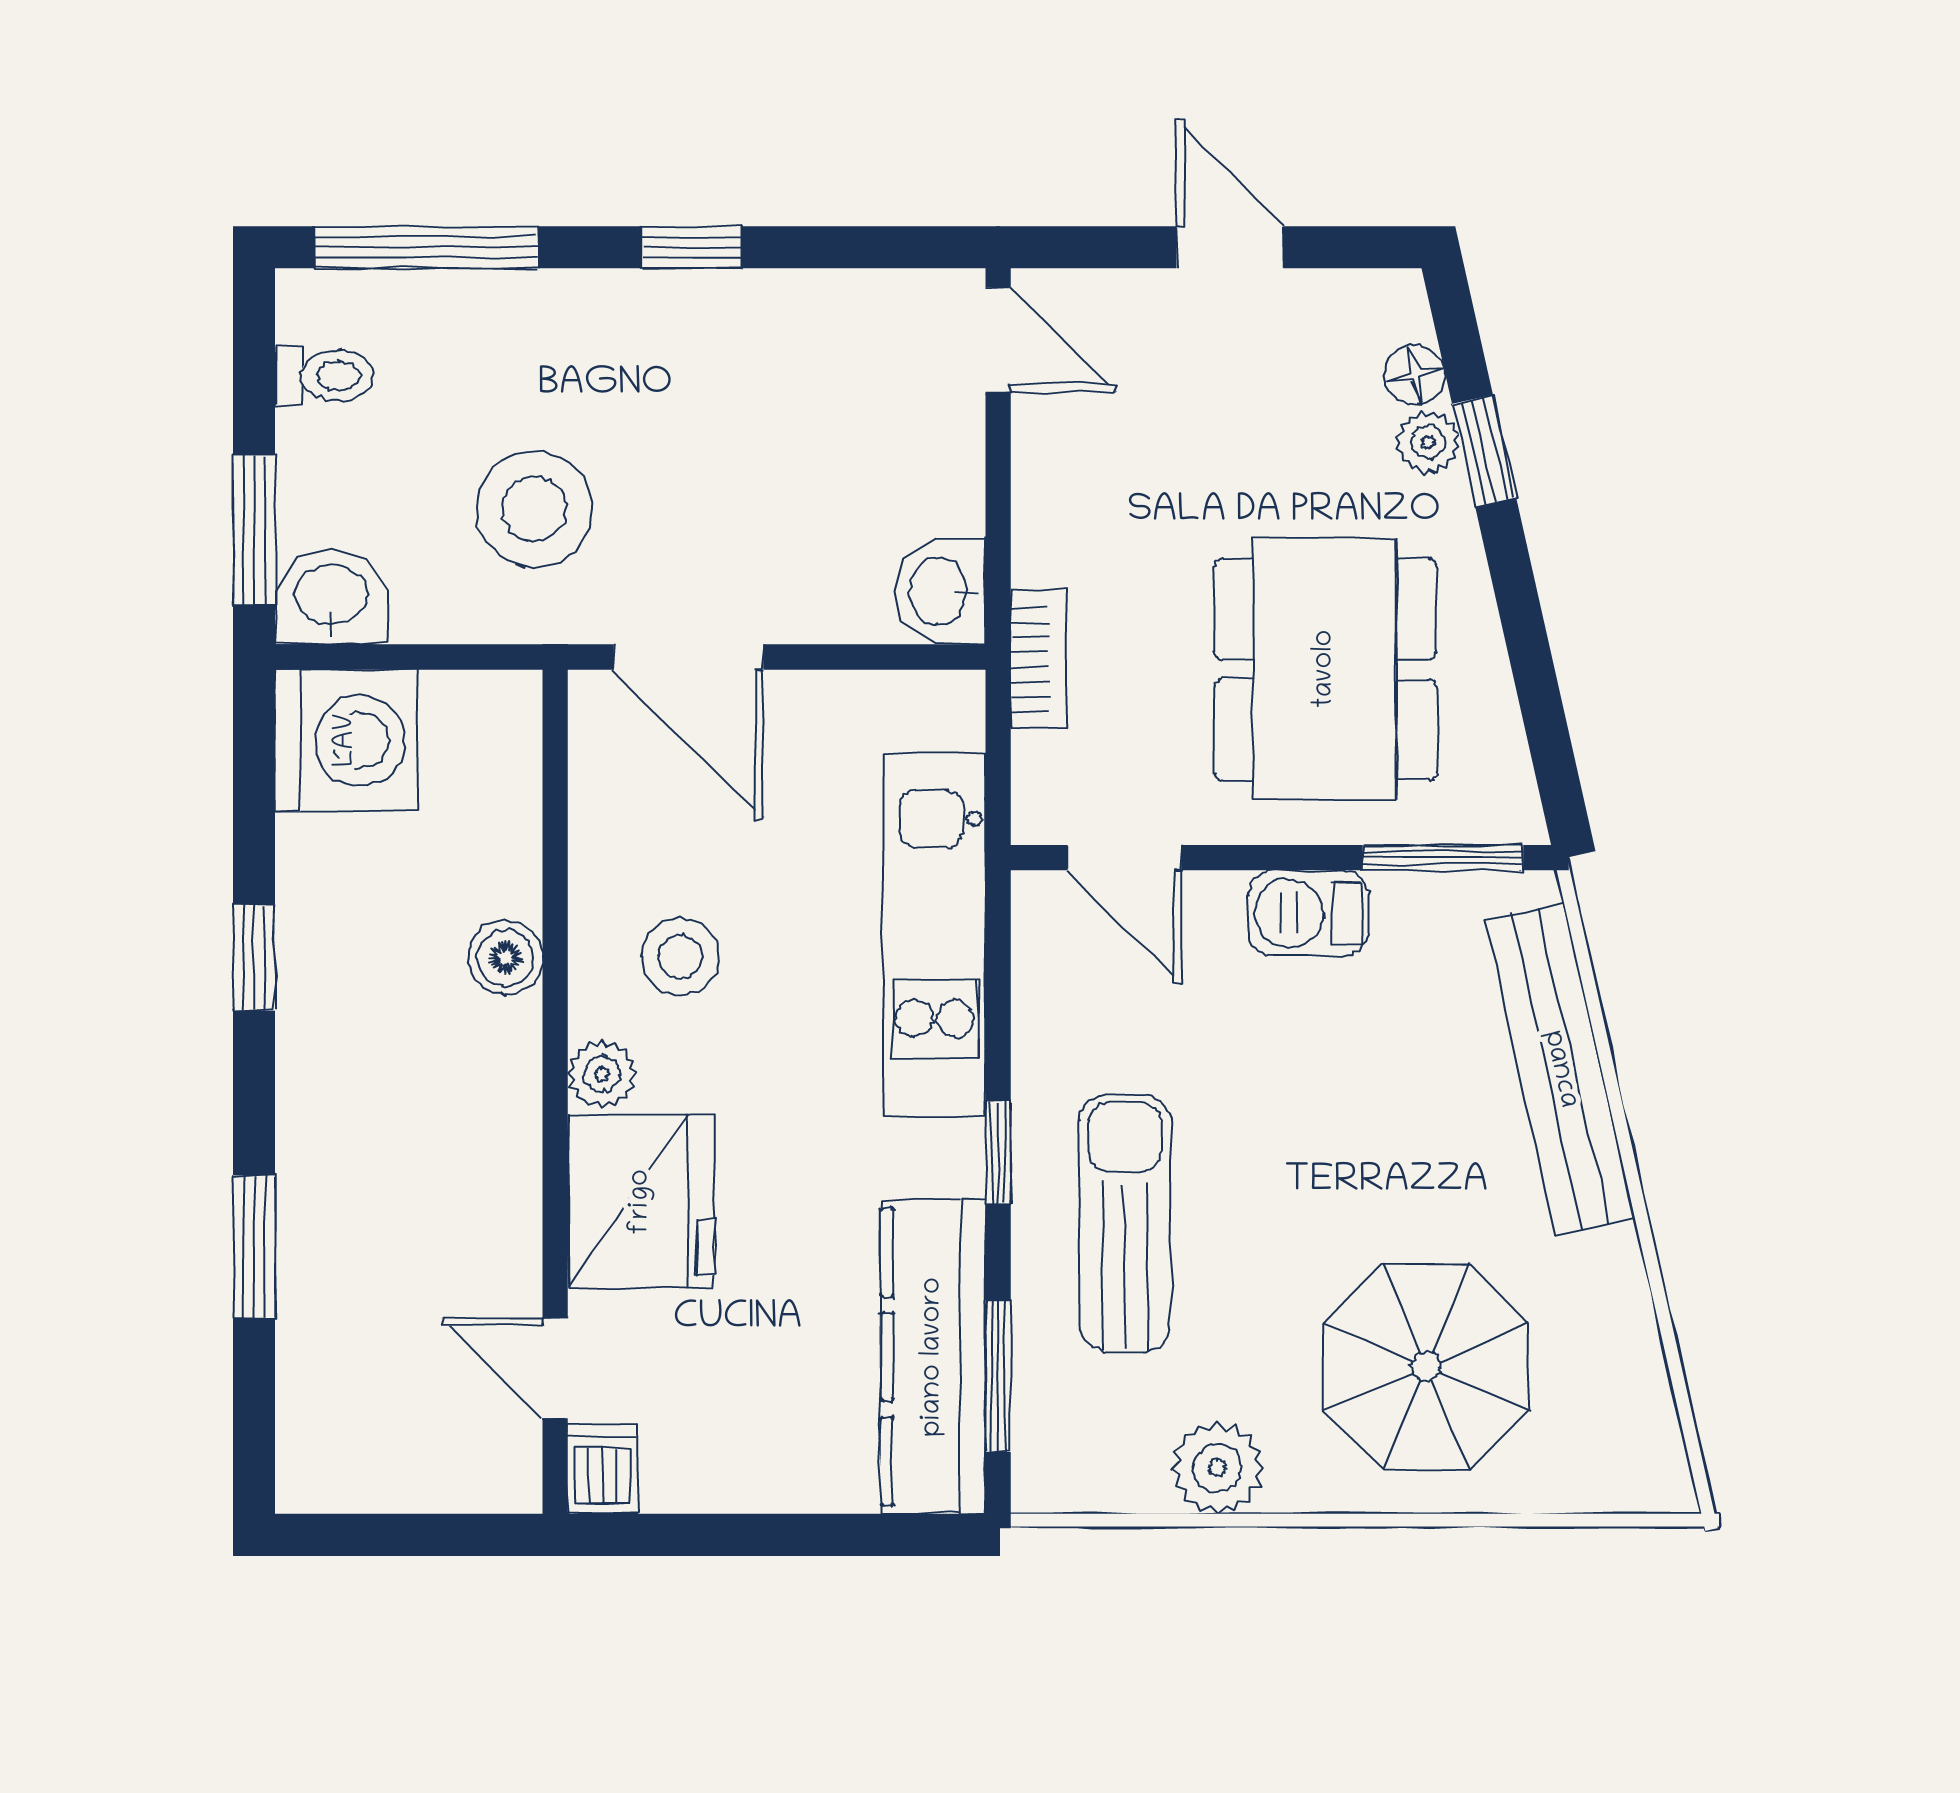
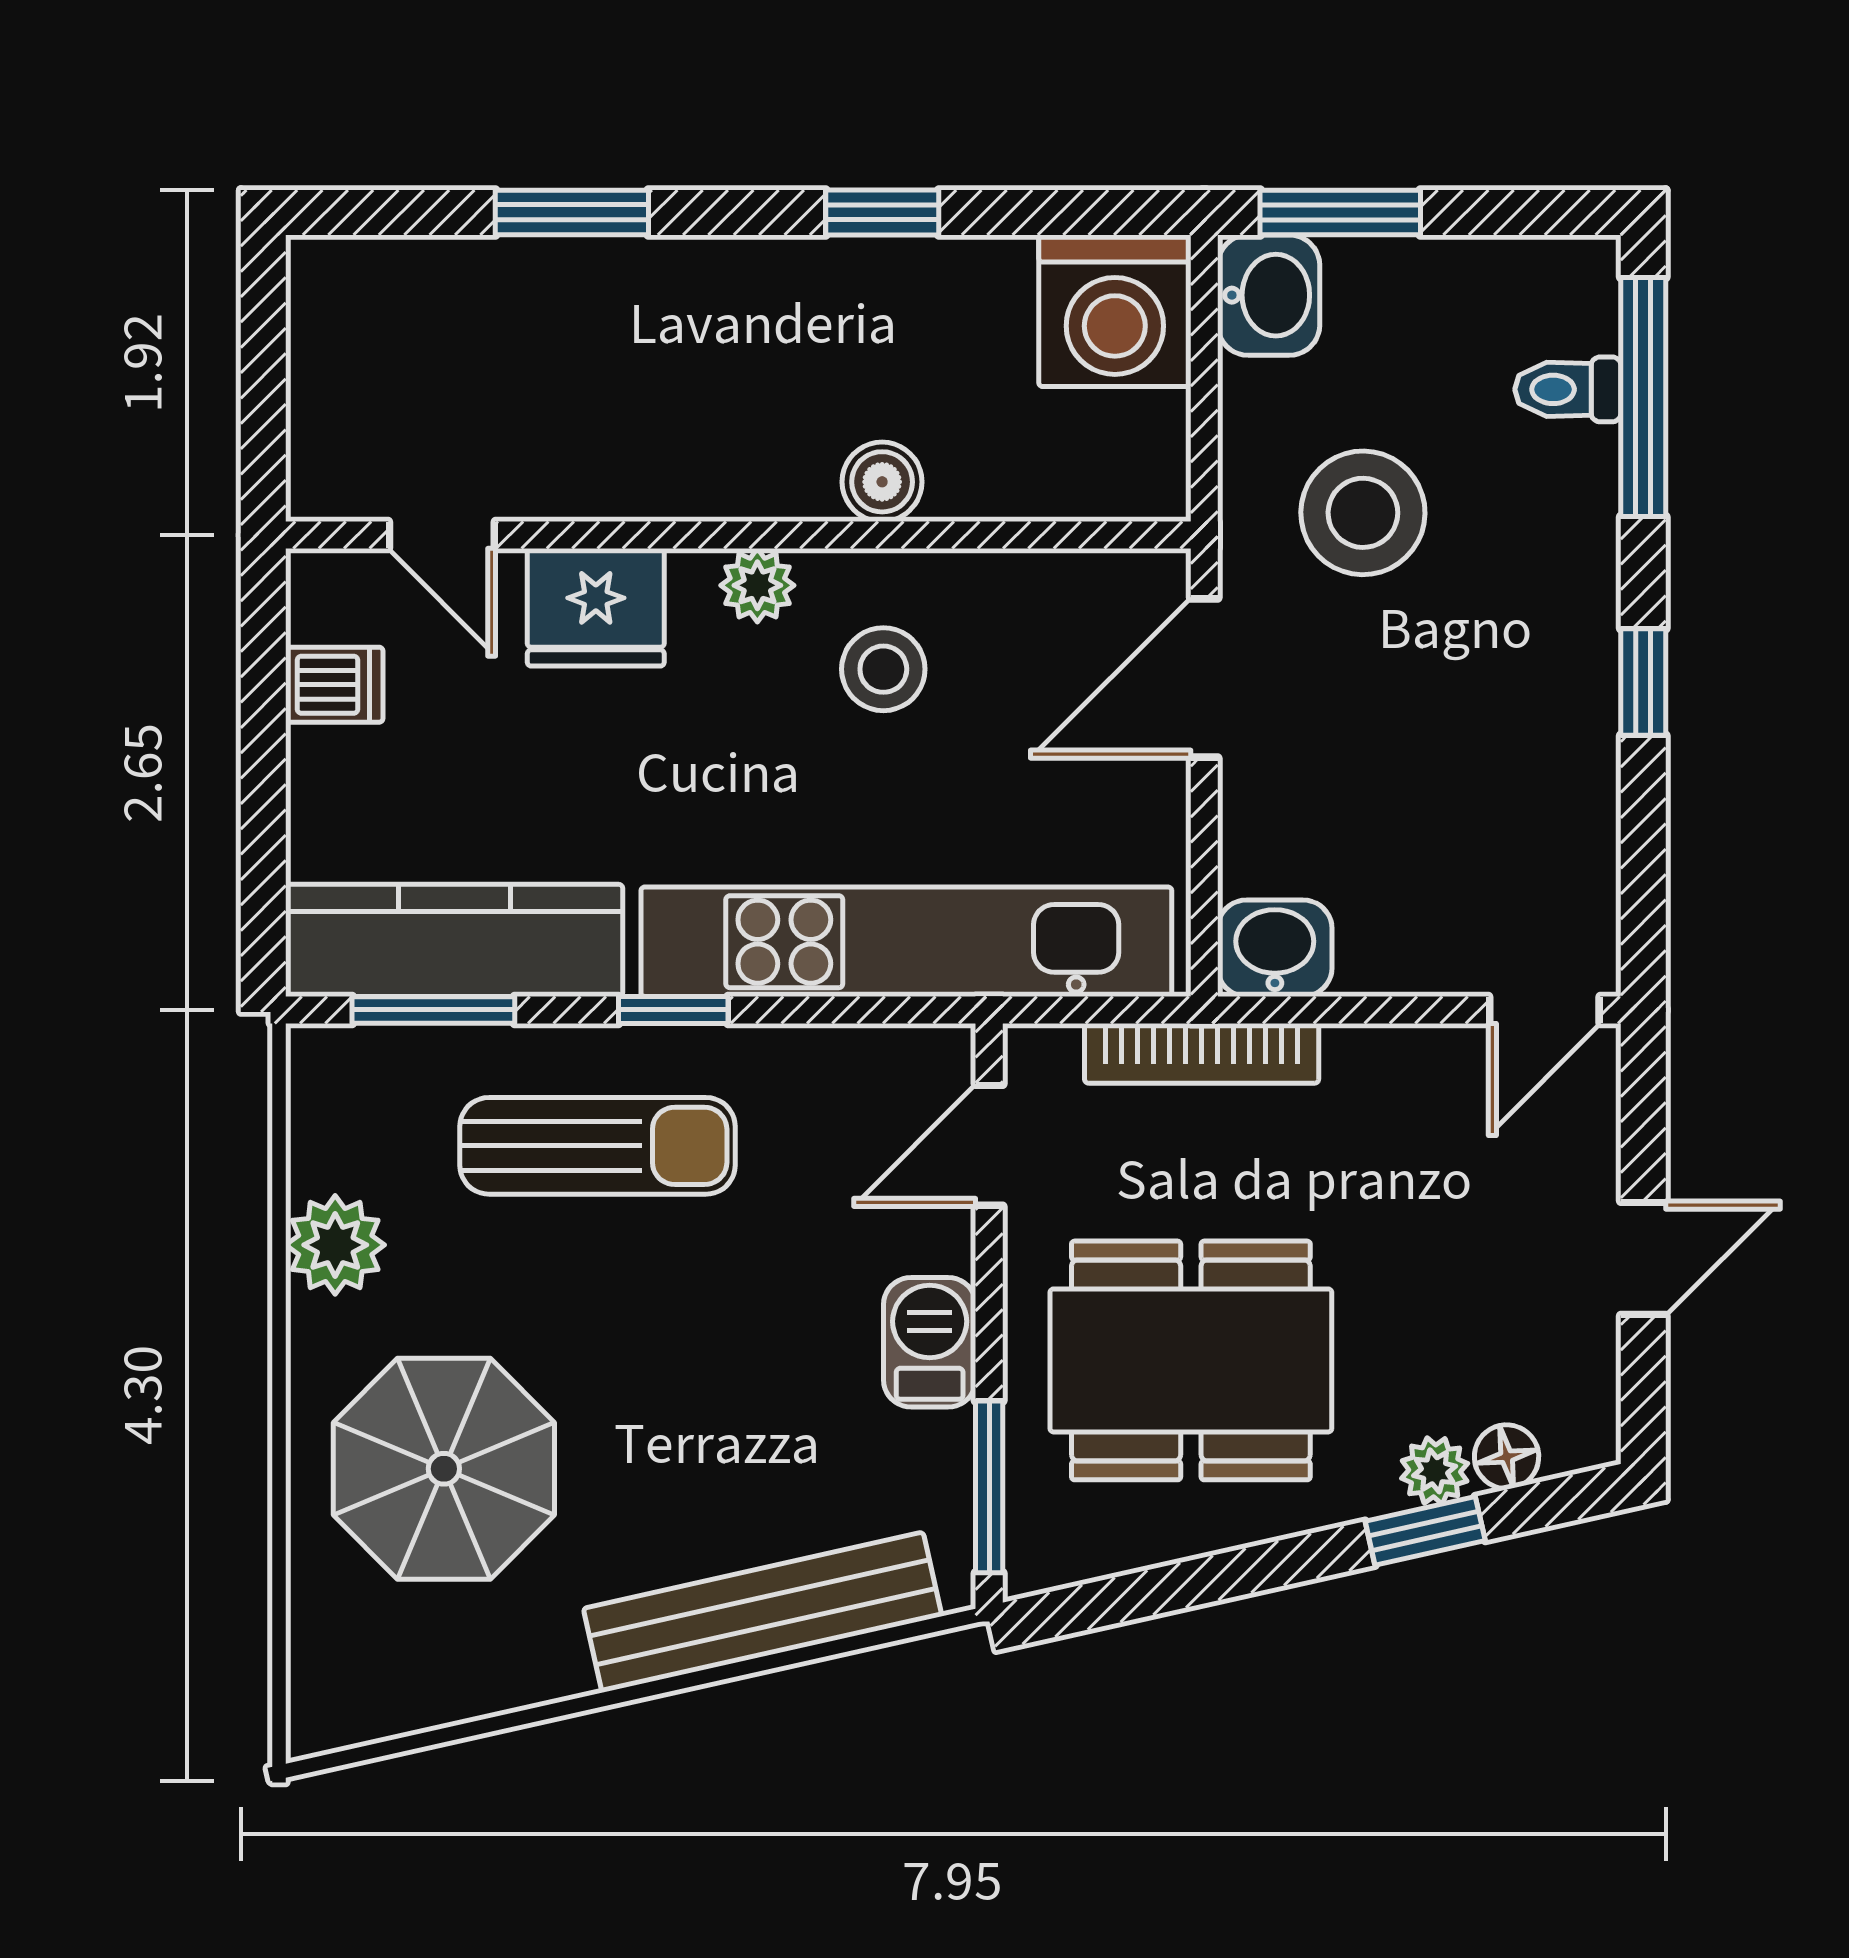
toilet: (324, 376) -> (1568, 389), moved, turned 90
bookcase: (1039, 659) -> (1202, 1053), width x1.56
kitchen unit: (934, 935) -> (906, 942), width x1.36
fridge: (641, 1202) -> (596, 607), width x0.73, depth x0.75
door: (555, 1368) -> (442, 535), swing flipped
dishwasher: (603, 1469) -> (334, 685), moved

